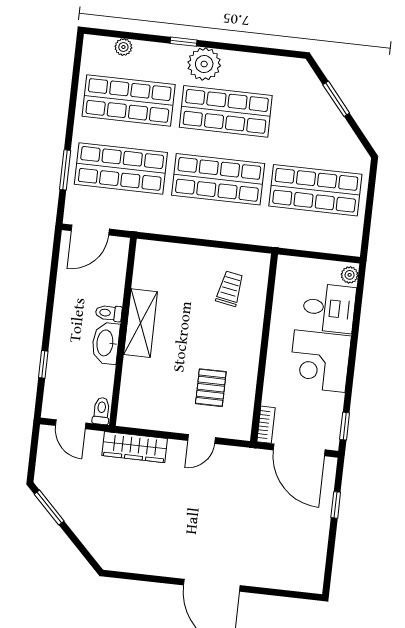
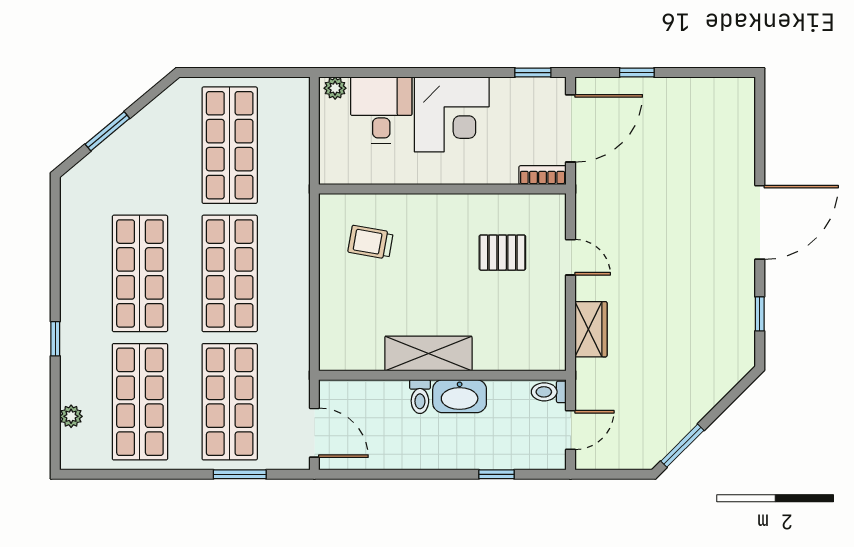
plant: (204, 64) -> (81, 309), removed
wardrobe: (135, 447) -> (591, 329), width x0.67
window: (142, 577) -> (760, 314), added

